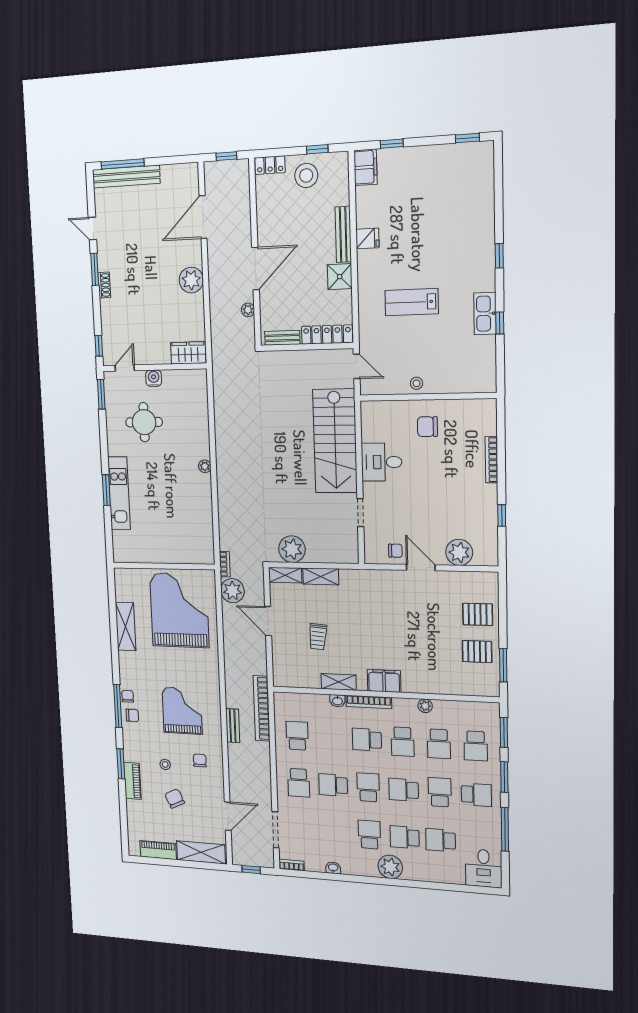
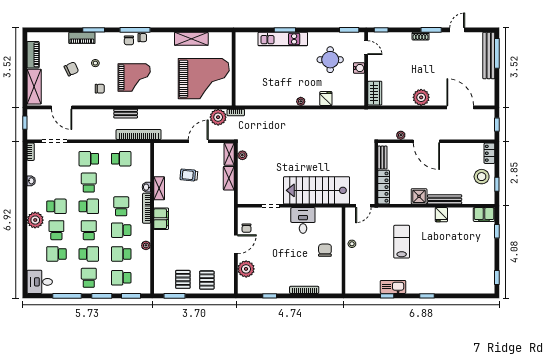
fridge: (199, 428) -> (326, 98), added
plant: (292, 549) -> (242, 155), width x0.53, depth x0.53
school desk: (476, 795) -> (89, 278), turned 180
school desk: (441, 840) -> (56, 254), turned -90

